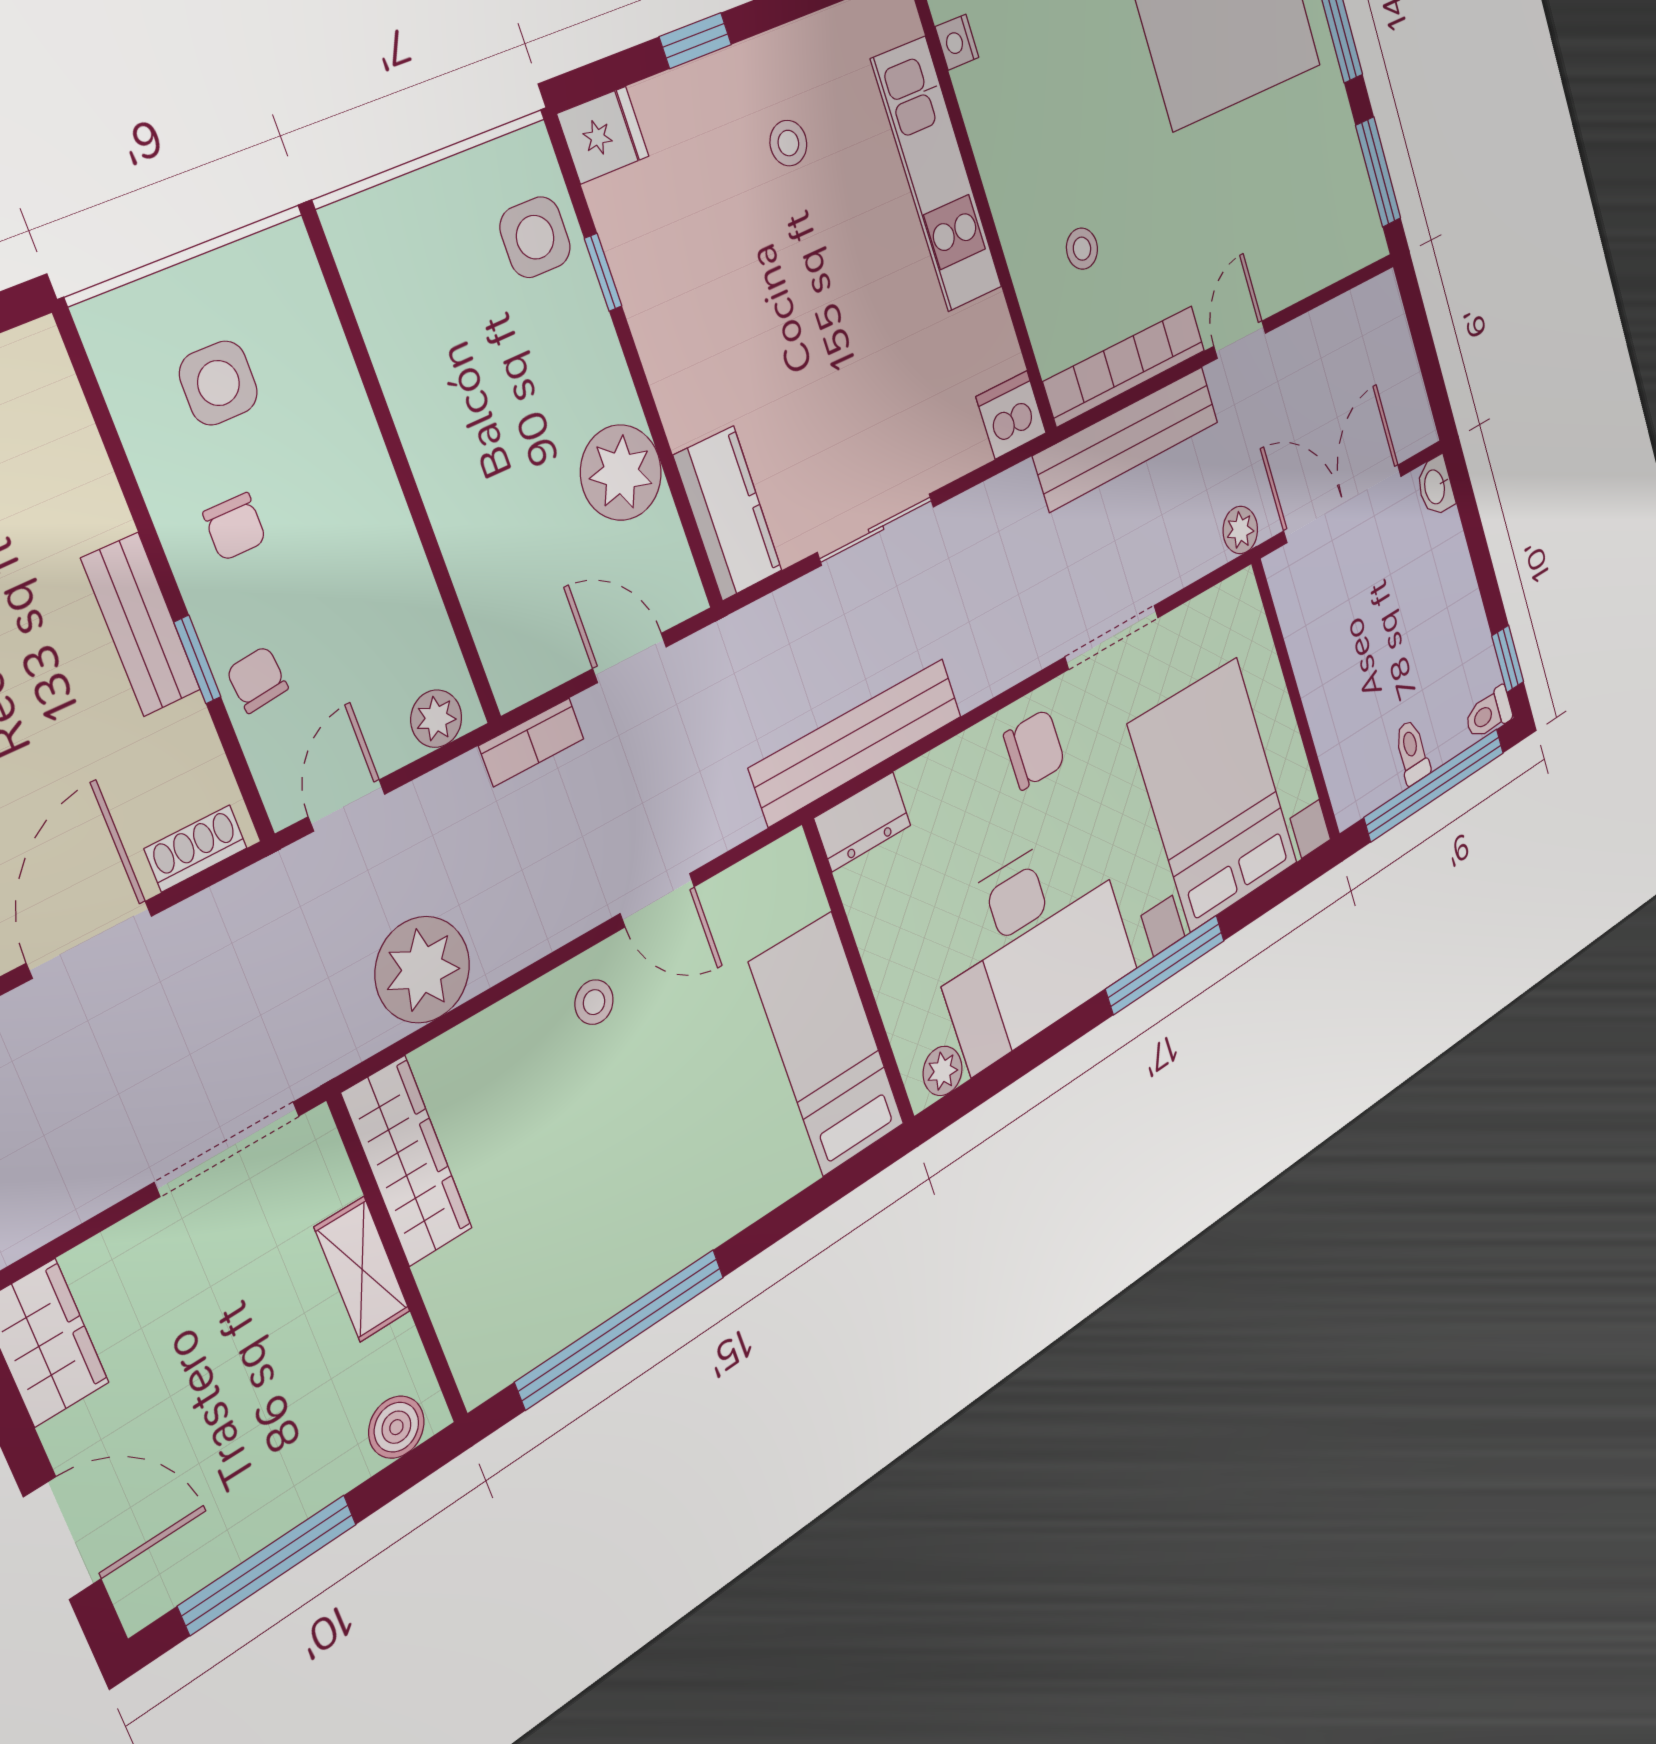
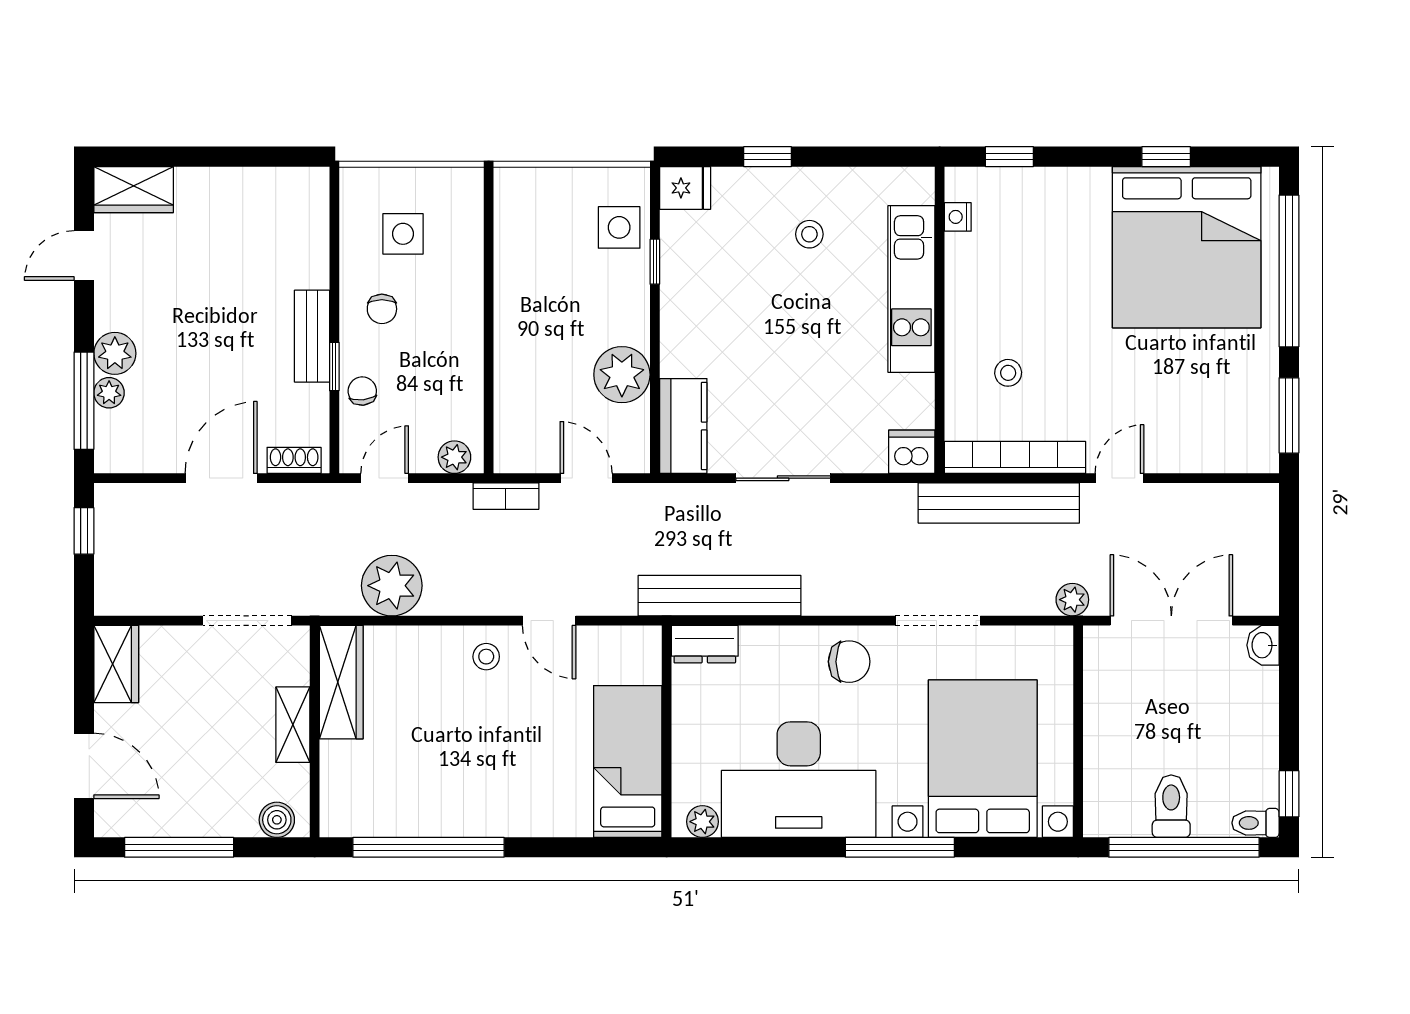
toilet: (1412, 752) -> (1171, 806), width x1.37, depth x1.39

